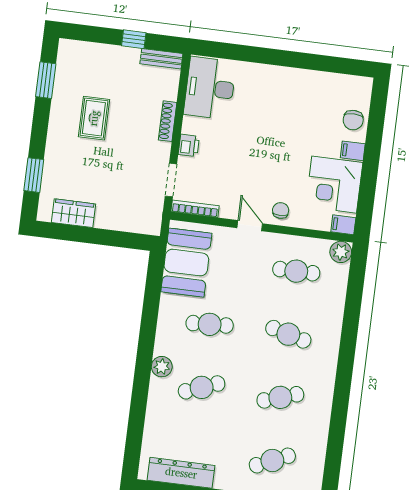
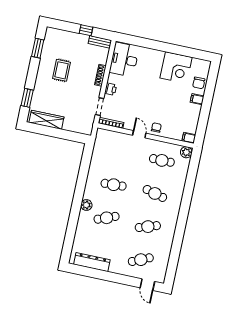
corner desk: (334, 185) -> (176, 68), moved, turned -90
wardrobe: (73, 213) -> (46, 120), width x1.50
booth: (186, 263) -> (104, 151), removed

